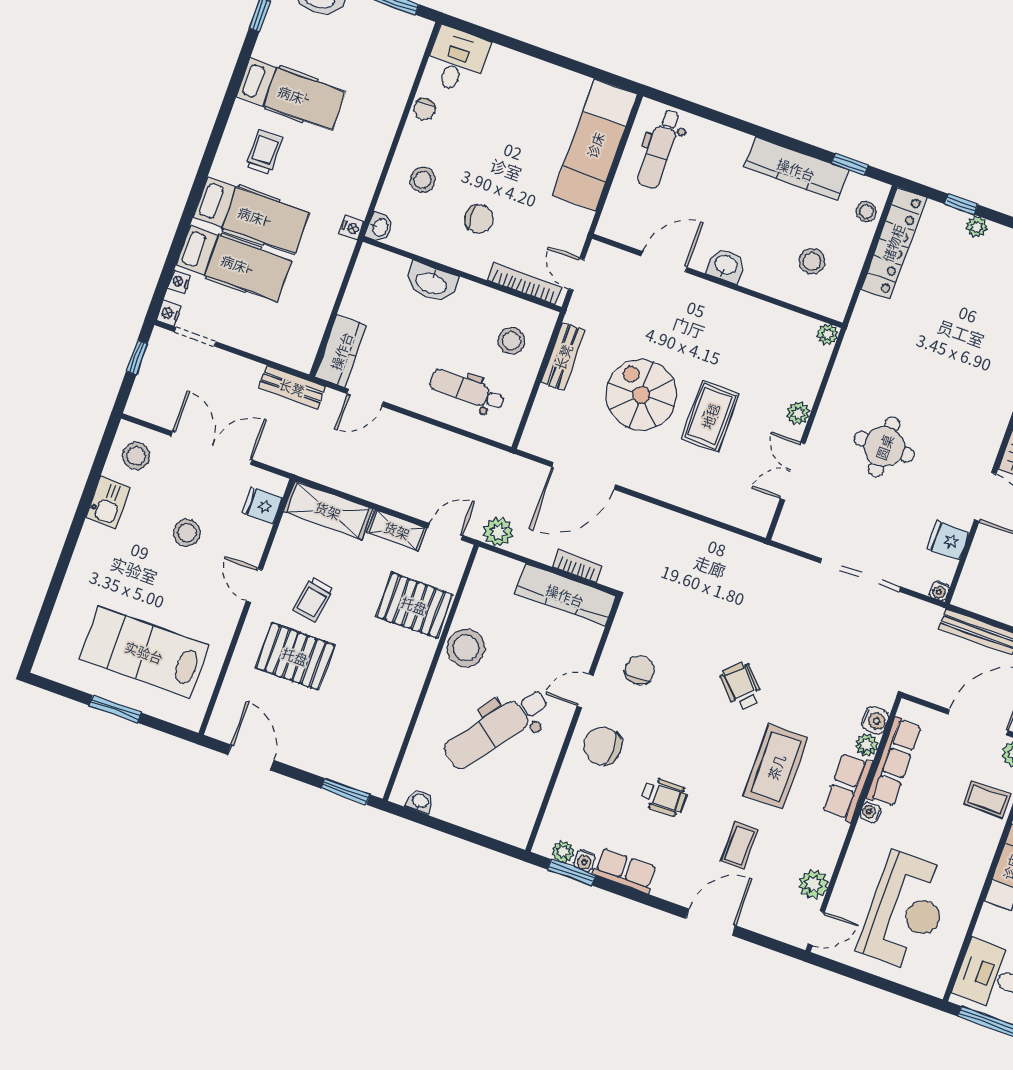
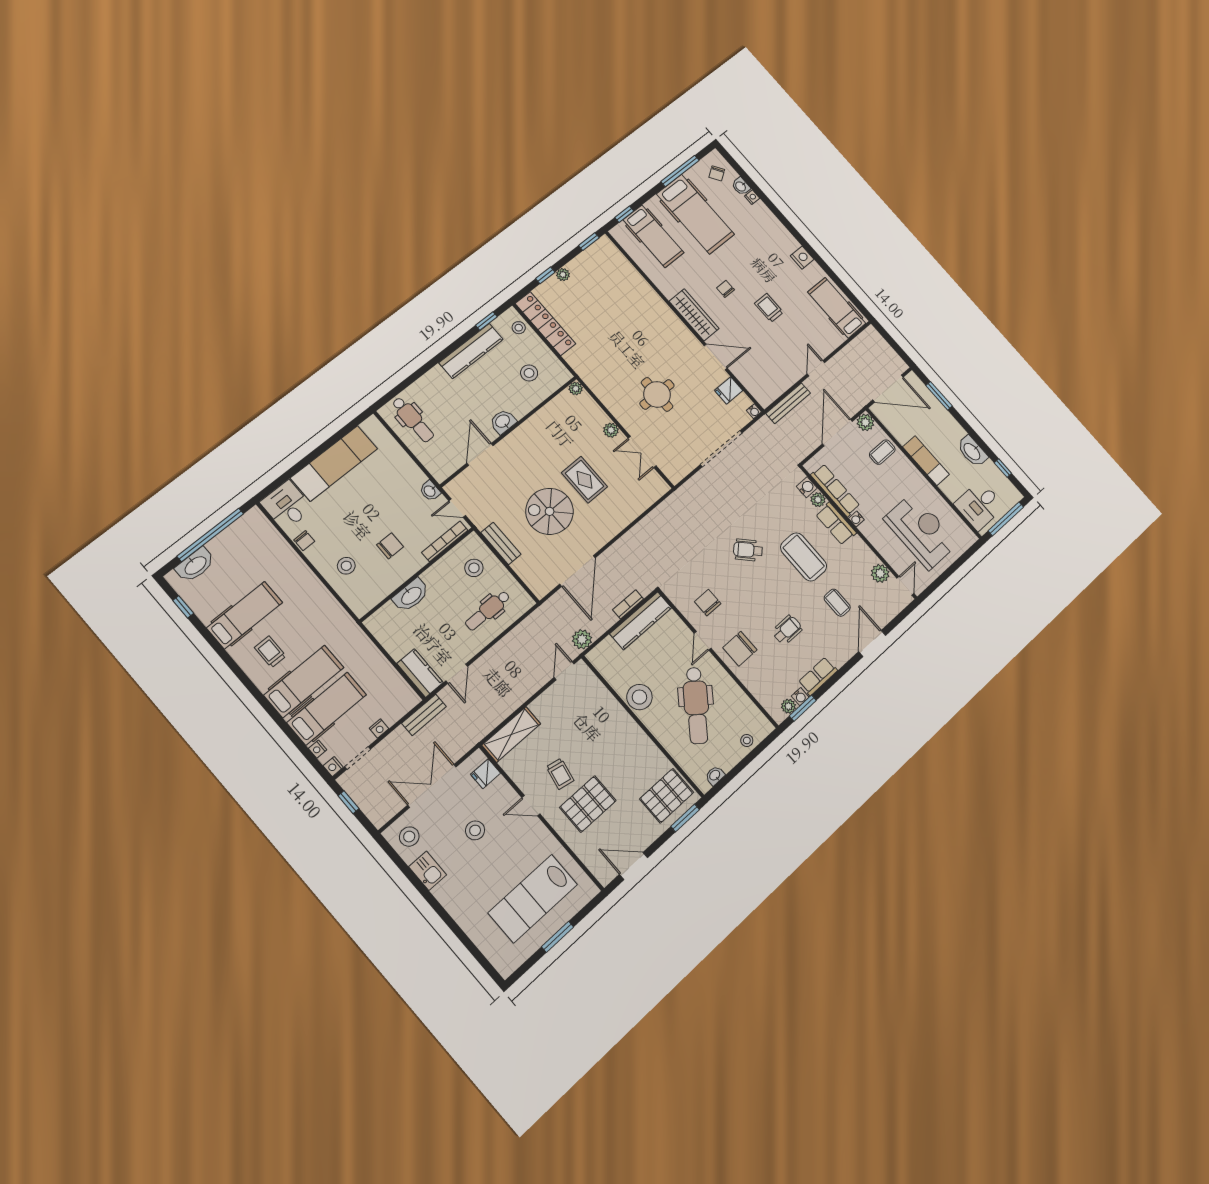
exam couch: (595, 145) -> (334, 463), moved, turned -90
washbasin: (380, 227) -> (430, 491), moved, turned 180
nightstand: (352, 228) -> (379, 729), moved, turned 90
shelving: (397, 530) -> (547, 699), removed
pallet: (414, 605) -> (667, 796), moved
stool: (488, 820) -> (747, 740), added

